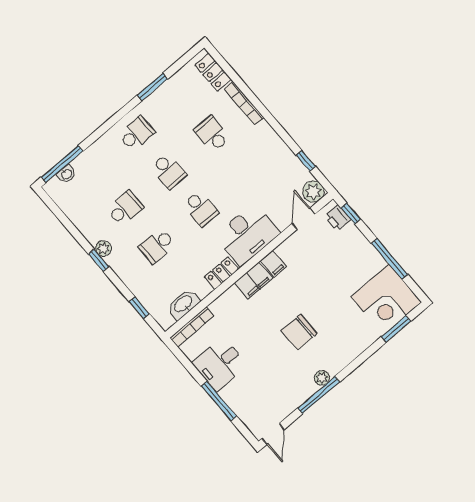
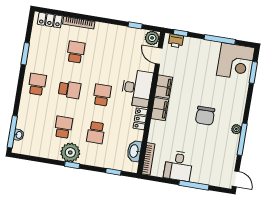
school desk: (212, 134) -> (76, 52), turned 90
school desk: (201, 209) -> (102, 95), turned -90
plant: (103, 248) -> (70, 152), width x1.88, depth x1.88
filing cabinet: (273, 264) -> (164, 87), width x2.00

